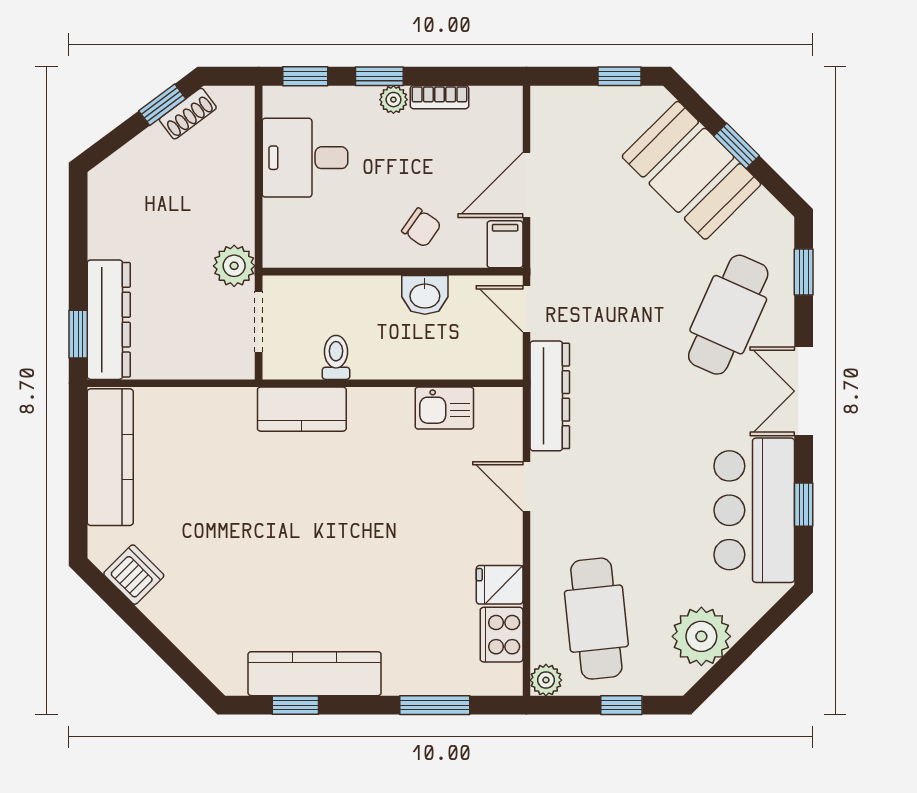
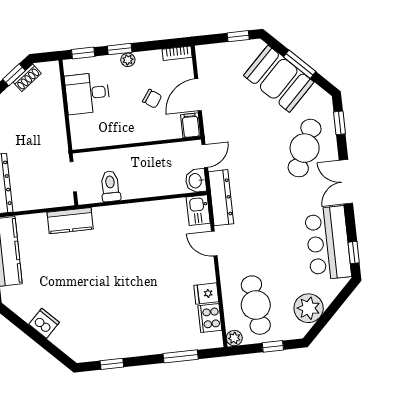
bookcase: (439, 97) -> (177, 53), moved
window: (737, 146) -> (300, 64), width x1.50
chair: (421, 228) -> (152, 99), moved
plant: (234, 266) -> (58, 150), removed
washbasin: (425, 295) -> (196, 181), moved, turned 90
door: (526, 309) -> (205, 156), swing flipped
toilet: (336, 357) -> (110, 186), width x1.37, depth x1.39
kitchen sink: (444, 408) -> (198, 210), moved, turned 90
kitchen counter: (302, 409) -> (70, 221), moved
window: (804, 505) -> (354, 253), moved
dishwasher: (134, 575) -> (44, 323), moved
kitchen counter: (315, 674) -> (120, 347), removed

